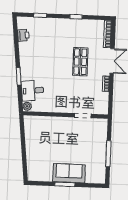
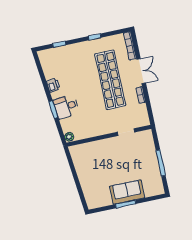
printer: (23, 35) -> (53, 85), moved
shop shelf: (80, 62) -> (110, 80), width x2.00, depth x1.36
desk: (33, 91) -> (66, 107), moved

